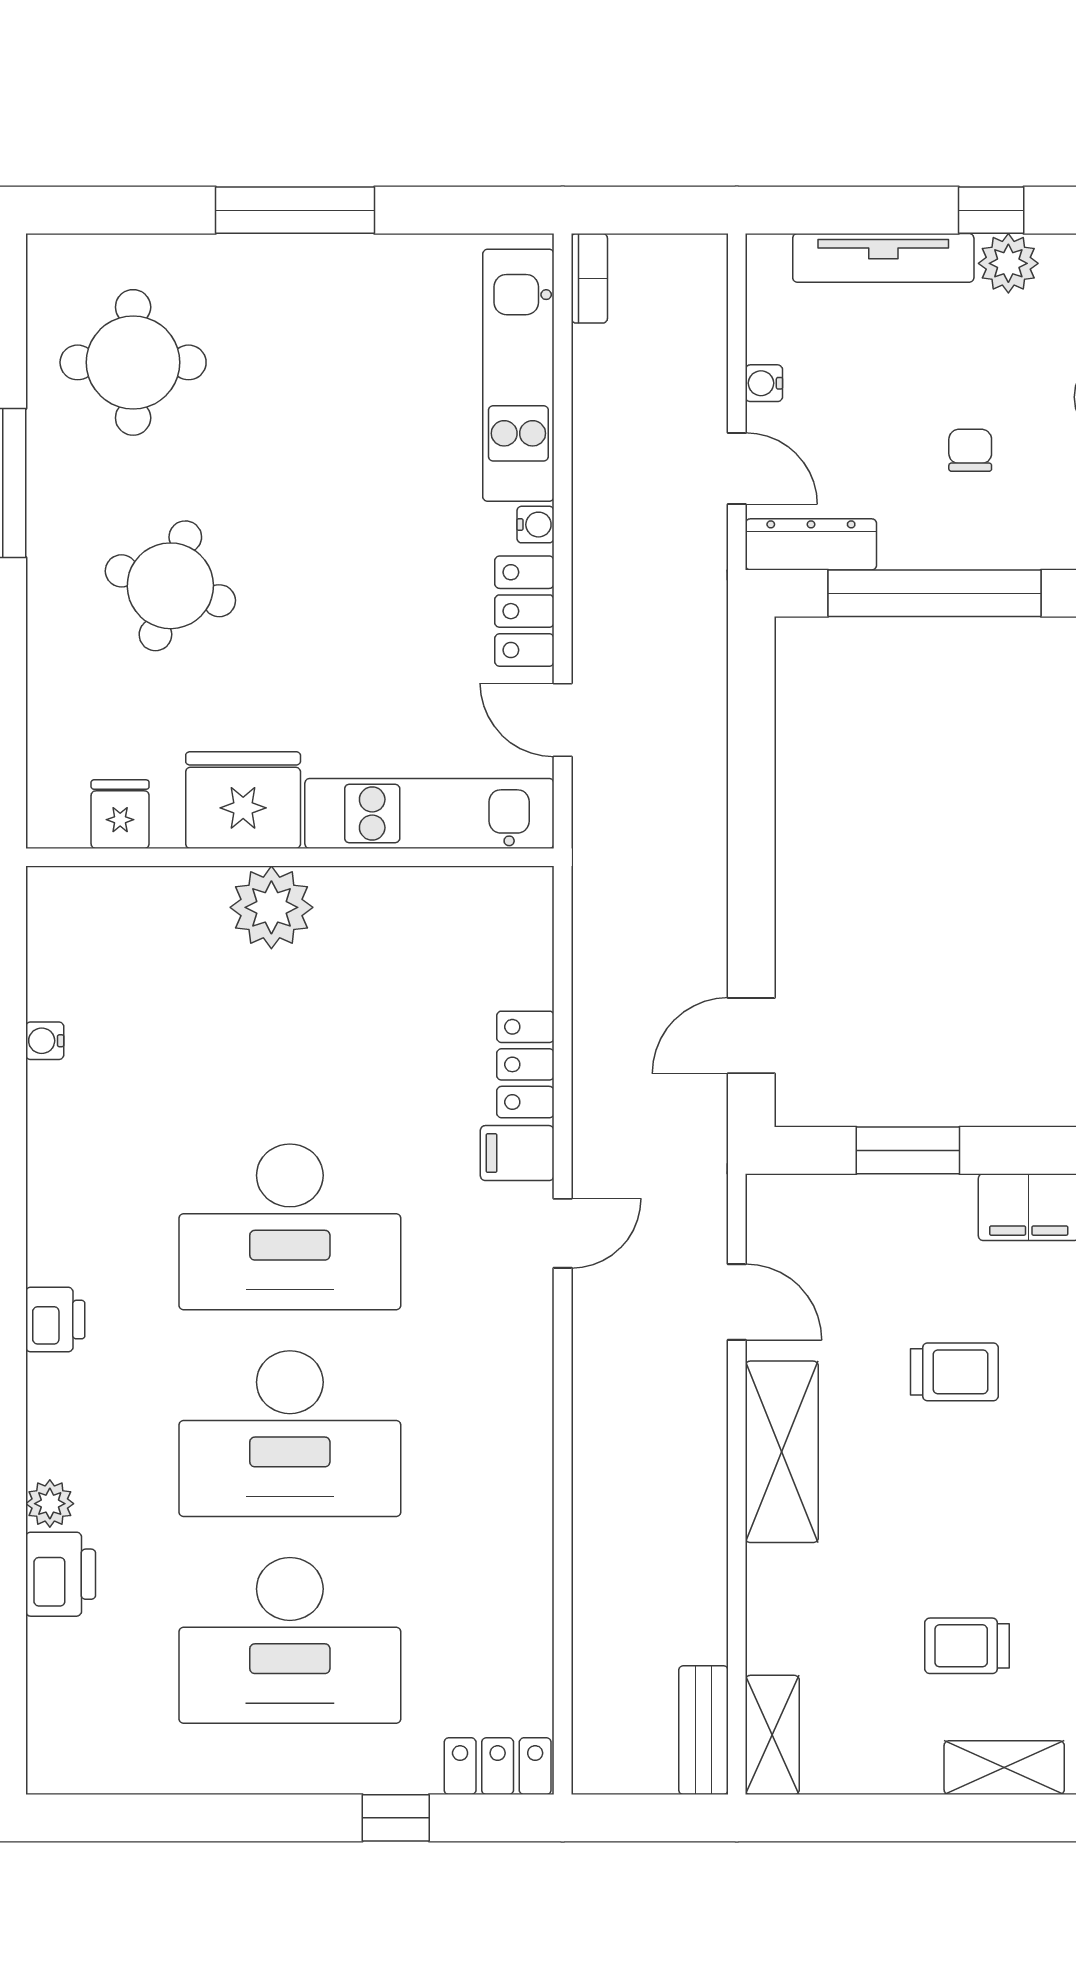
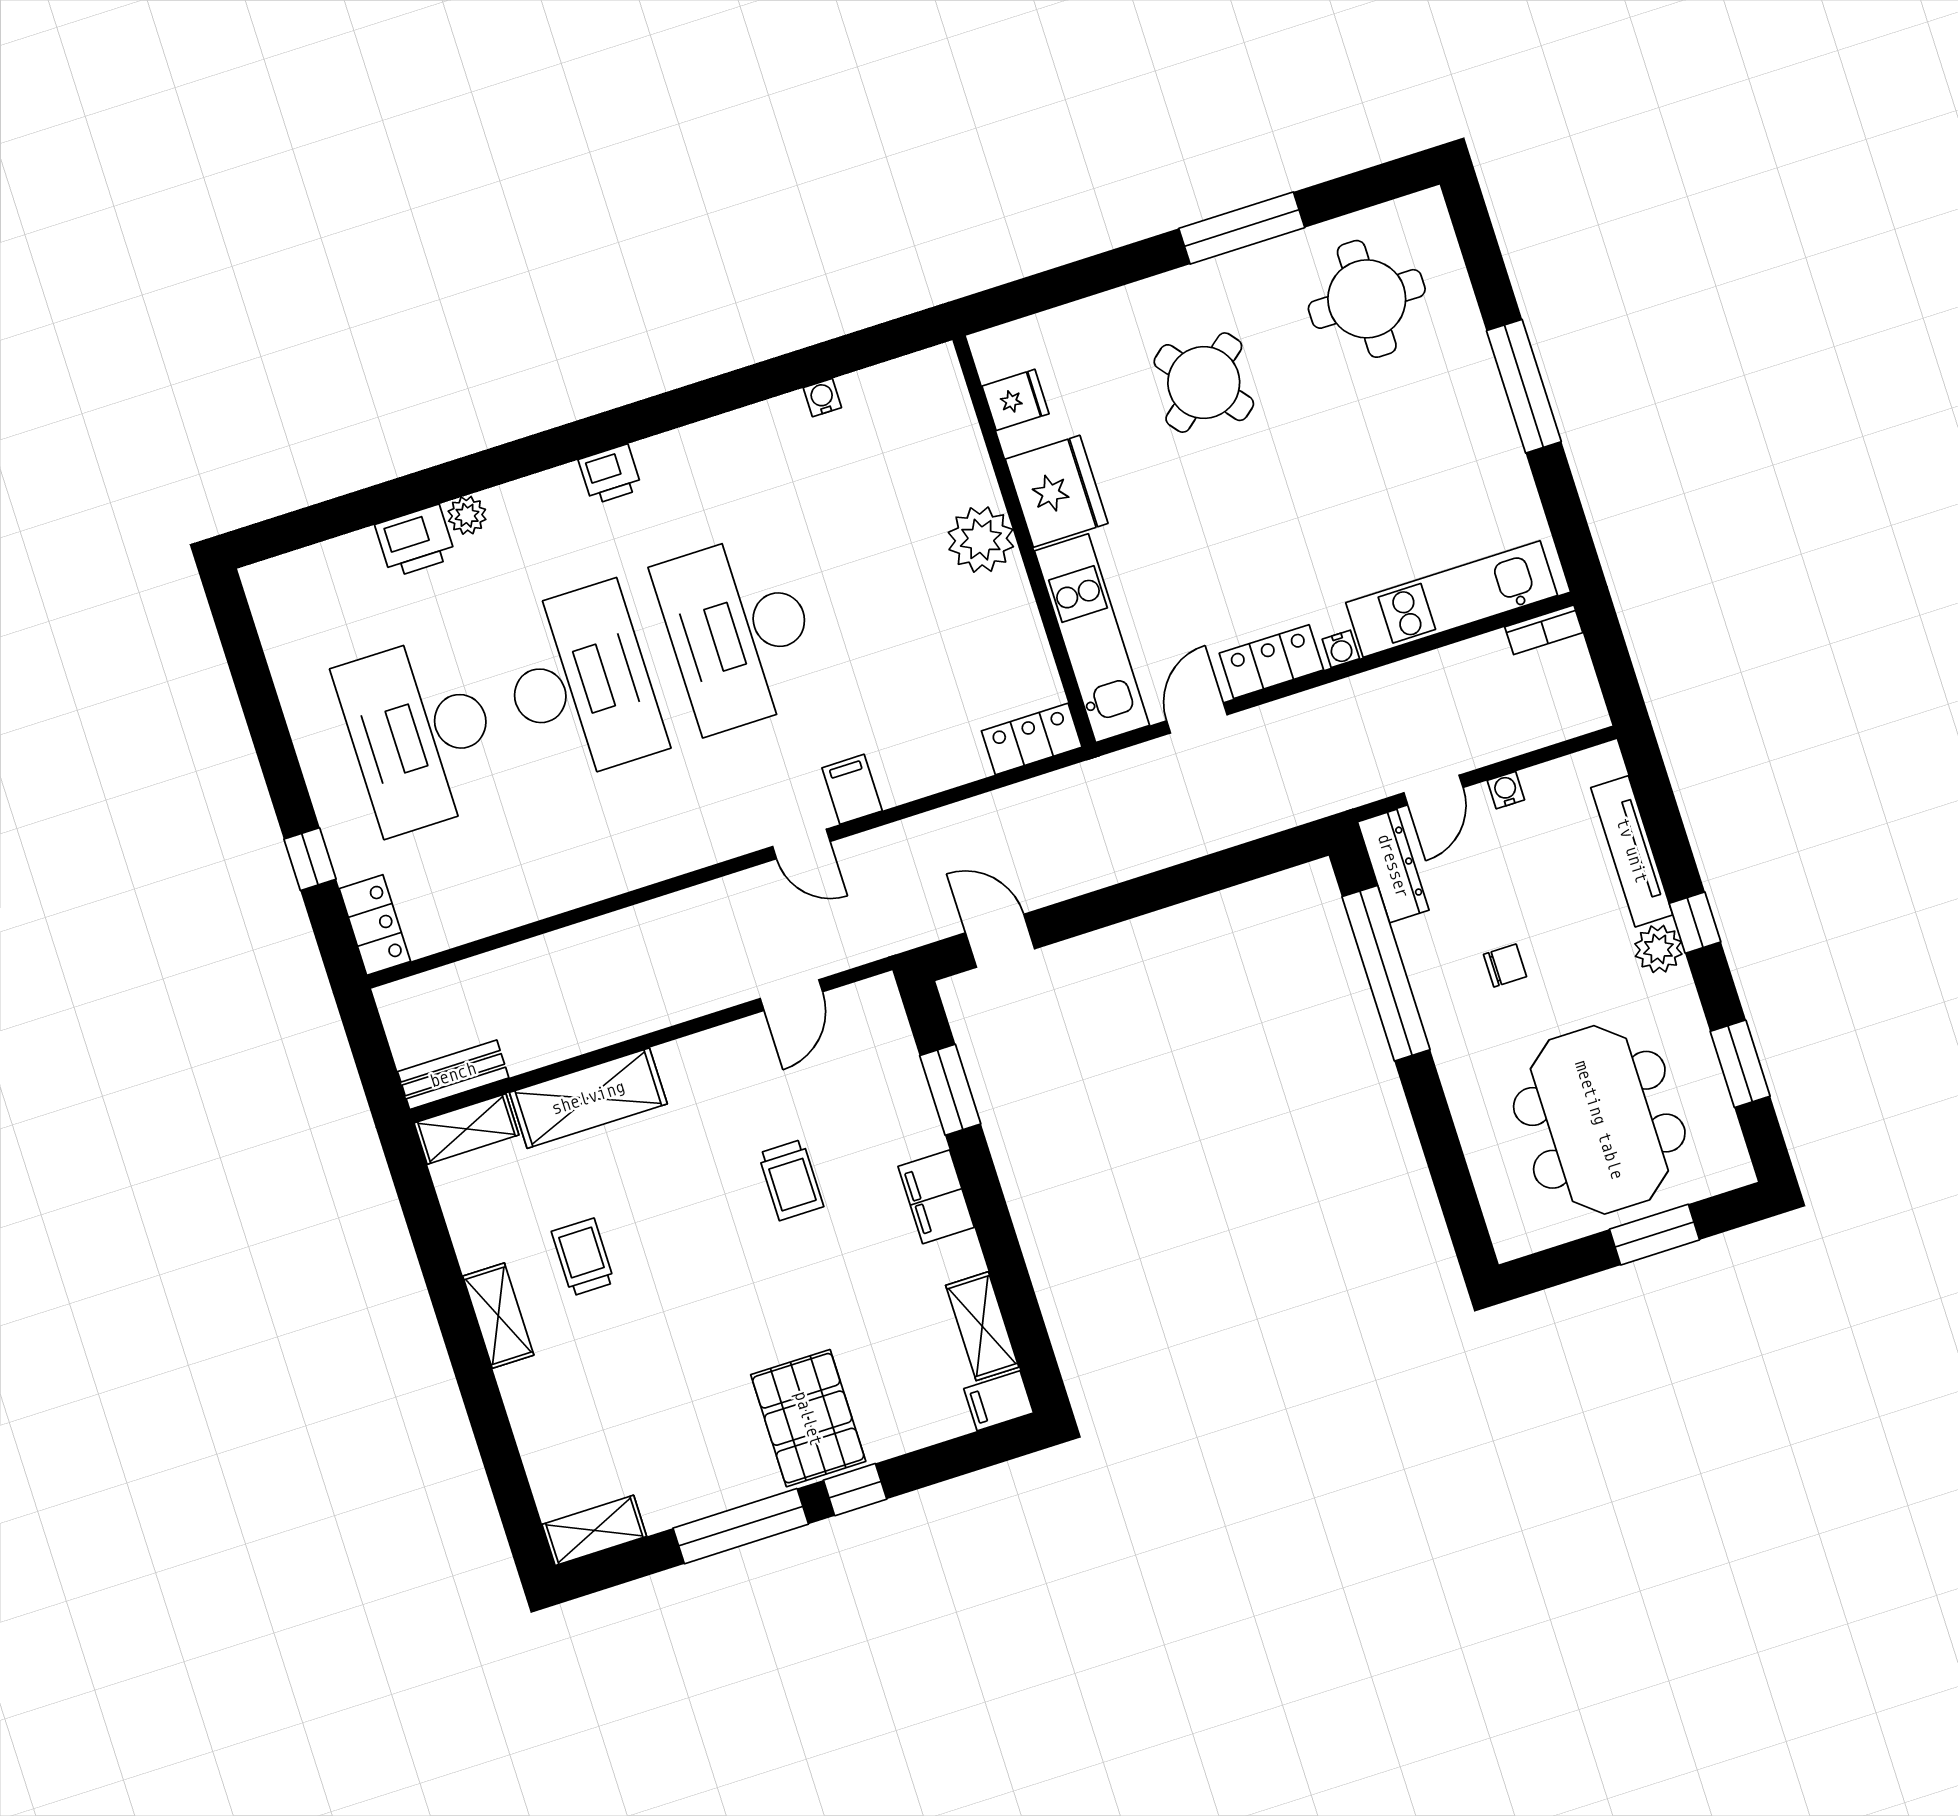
round table: (170, 586) -> (1204, 383), turned 34
locker: (525, 1064) -> (1032, 739), moved
desk: (290, 1434) -> (580, 683), turned 180
shelving: (782, 1452) -> (588, 1098), moved

